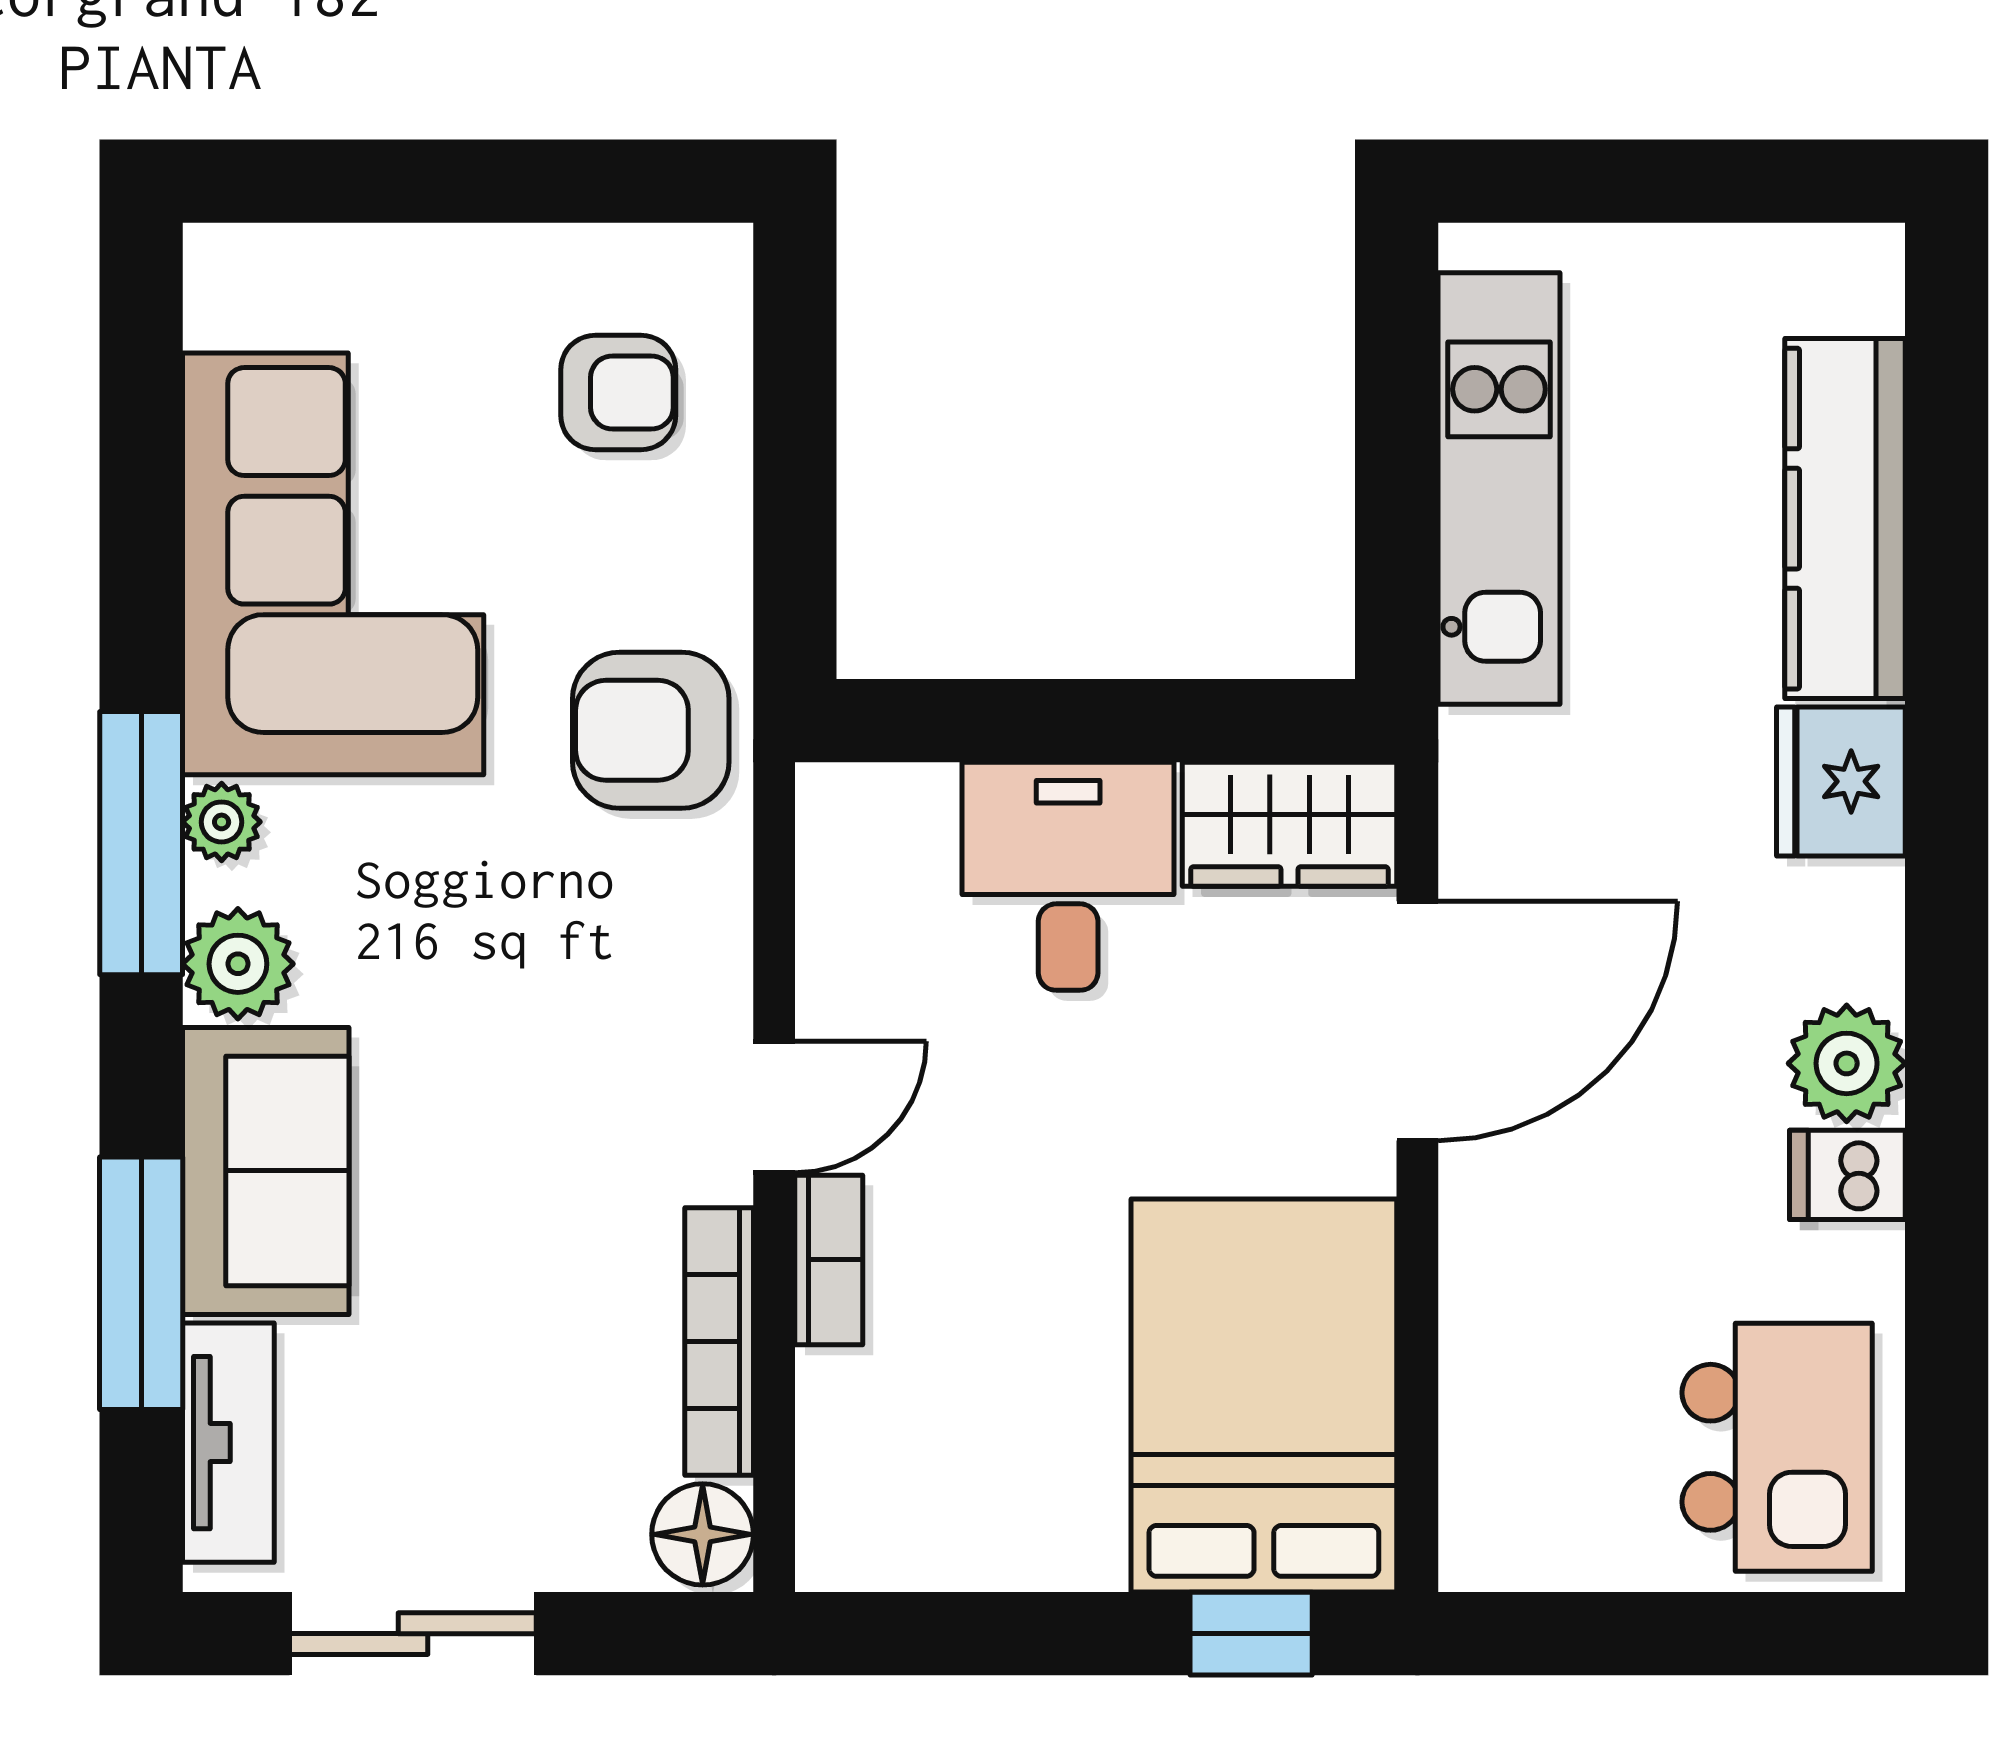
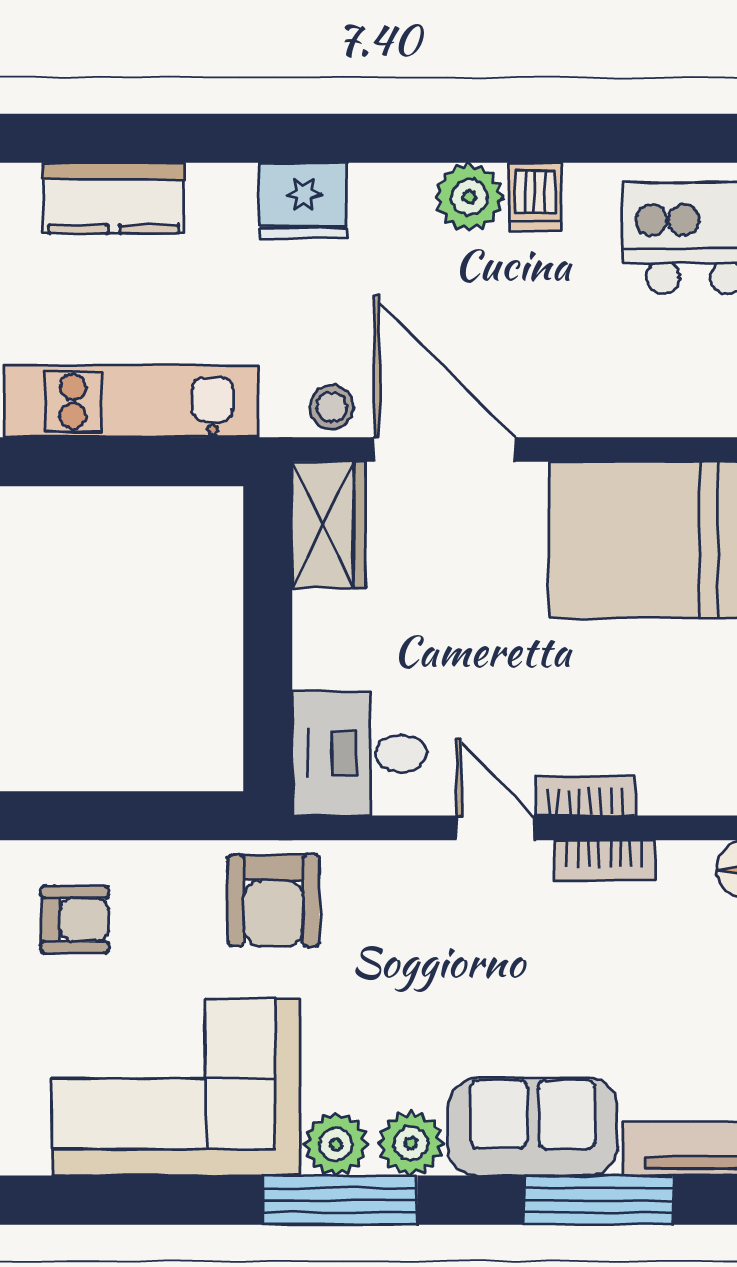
armchair: (618, 392) -> (75, 920), turned 90
kitchen counter: (1845, 519) -> (114, 198), width x0.67
plant: (222, 822) -> (336, 1144), width x1.38, depth x1.38
stool: (1490, 829) -> (332, 407), added
desk: (1068, 876) -> (359, 753), moved
bookcase: (719, 1341) -> (605, 860), width x0.64

